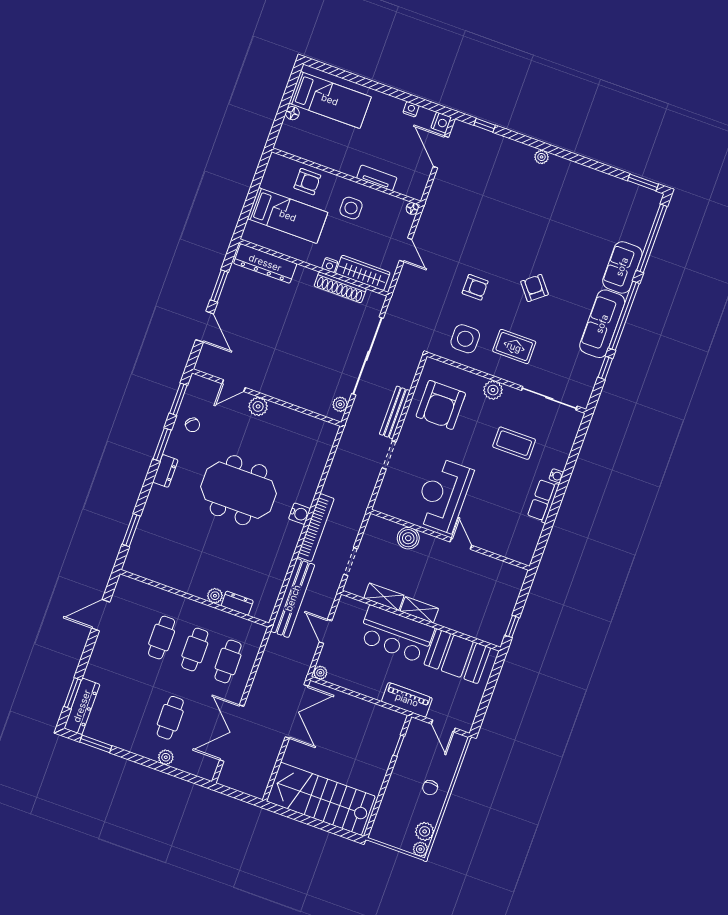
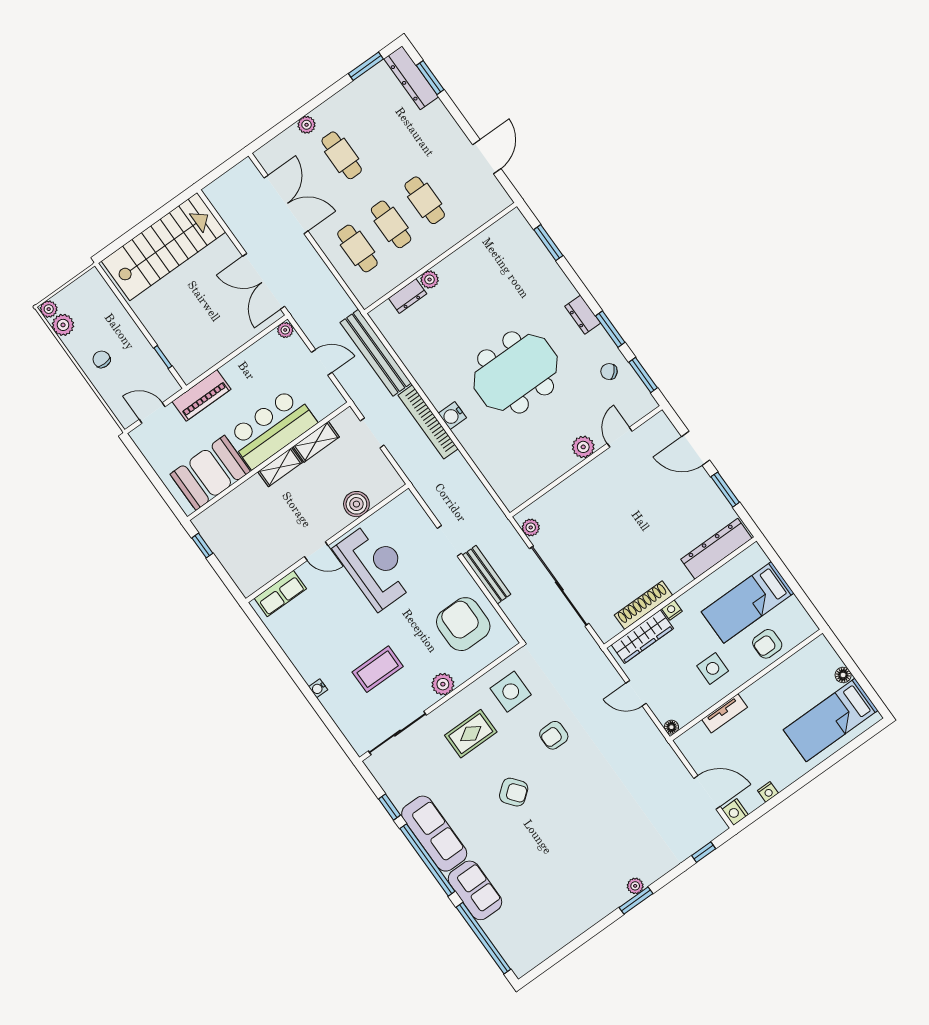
window: (643, 182) -> (636, 901), moved
row of seats: (543, 501) -> (280, 594), moved, turned 90

